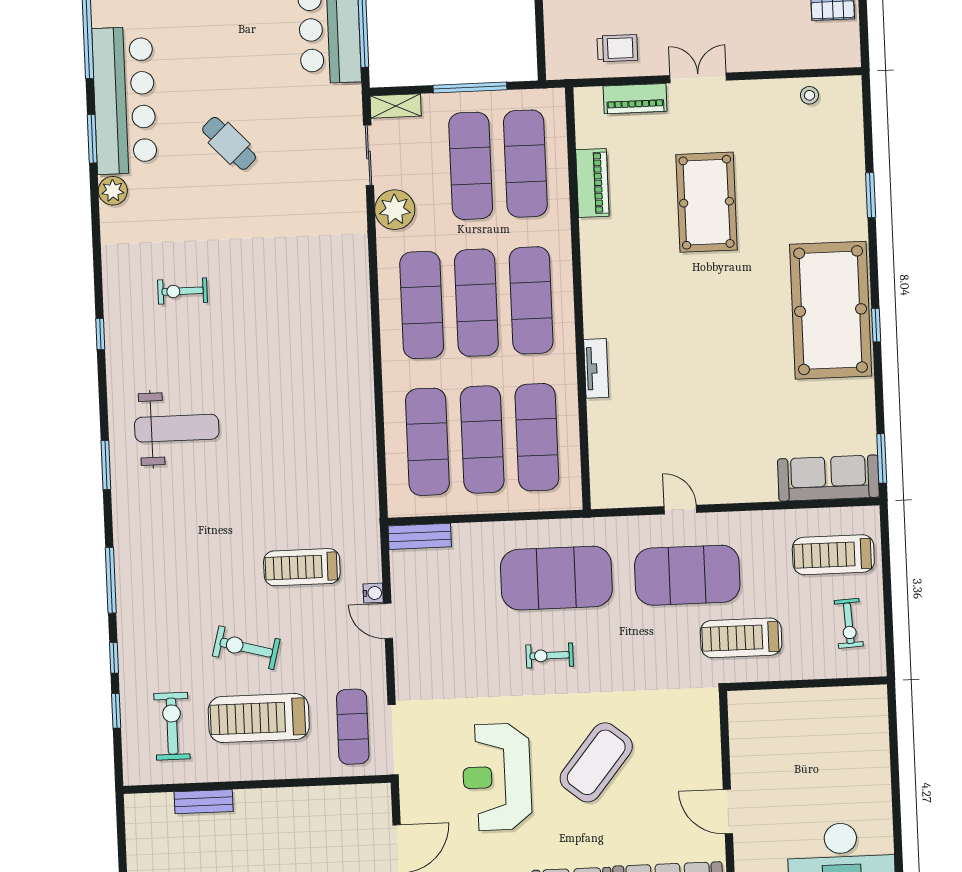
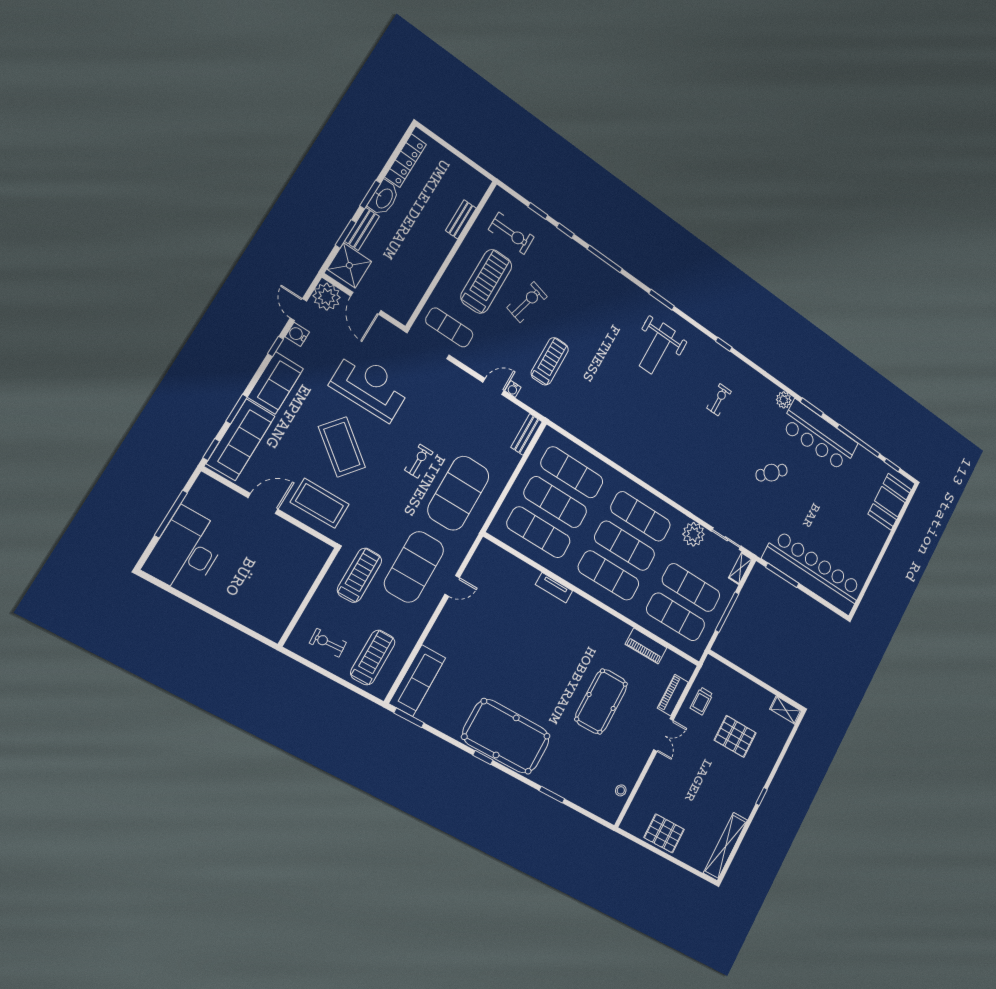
pool table: (707, 202) -> (601, 701), turned 90
coffee table: (684, 744) -> (320, 503), added

